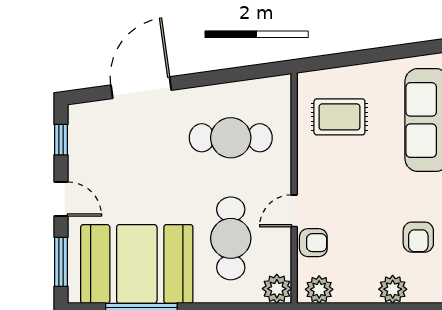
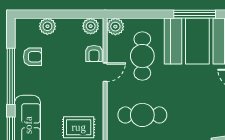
armchair: (418, 237) -> (32, 57), turned 90
armchair: (313, 243) -> (94, 54), turned -90

